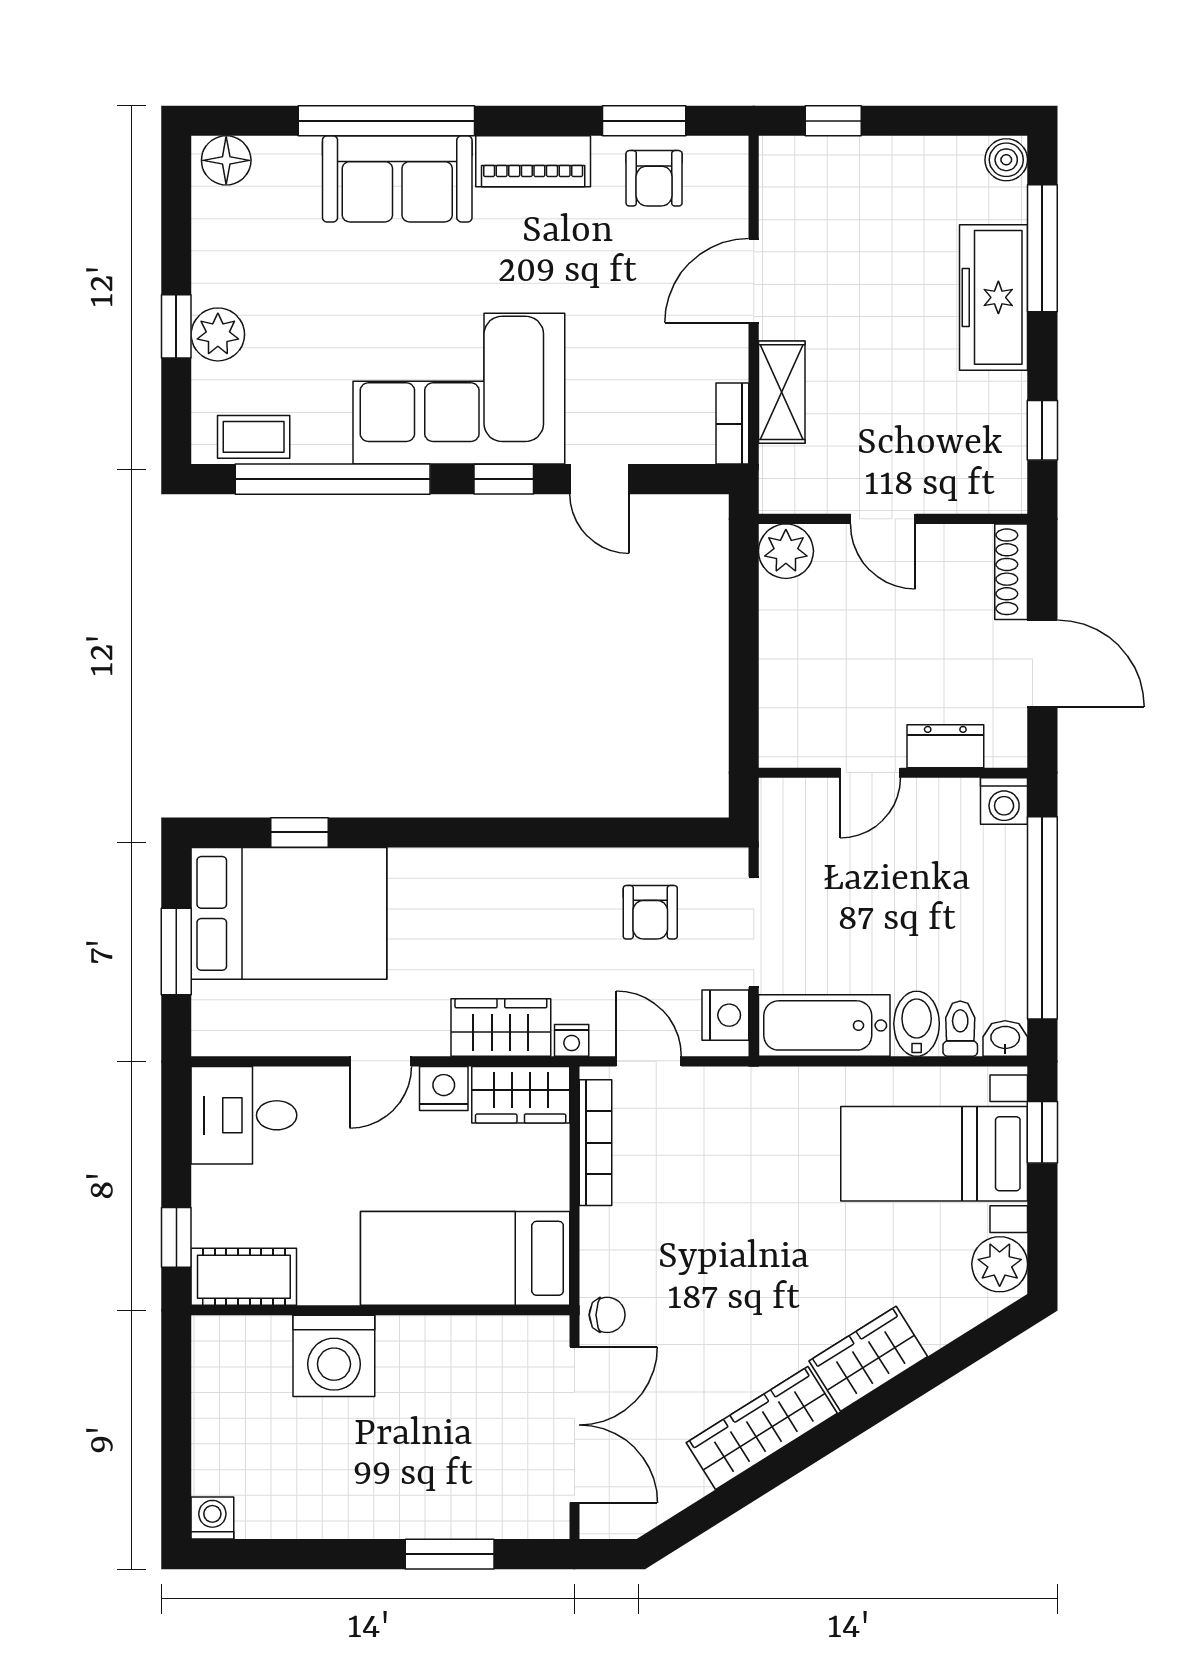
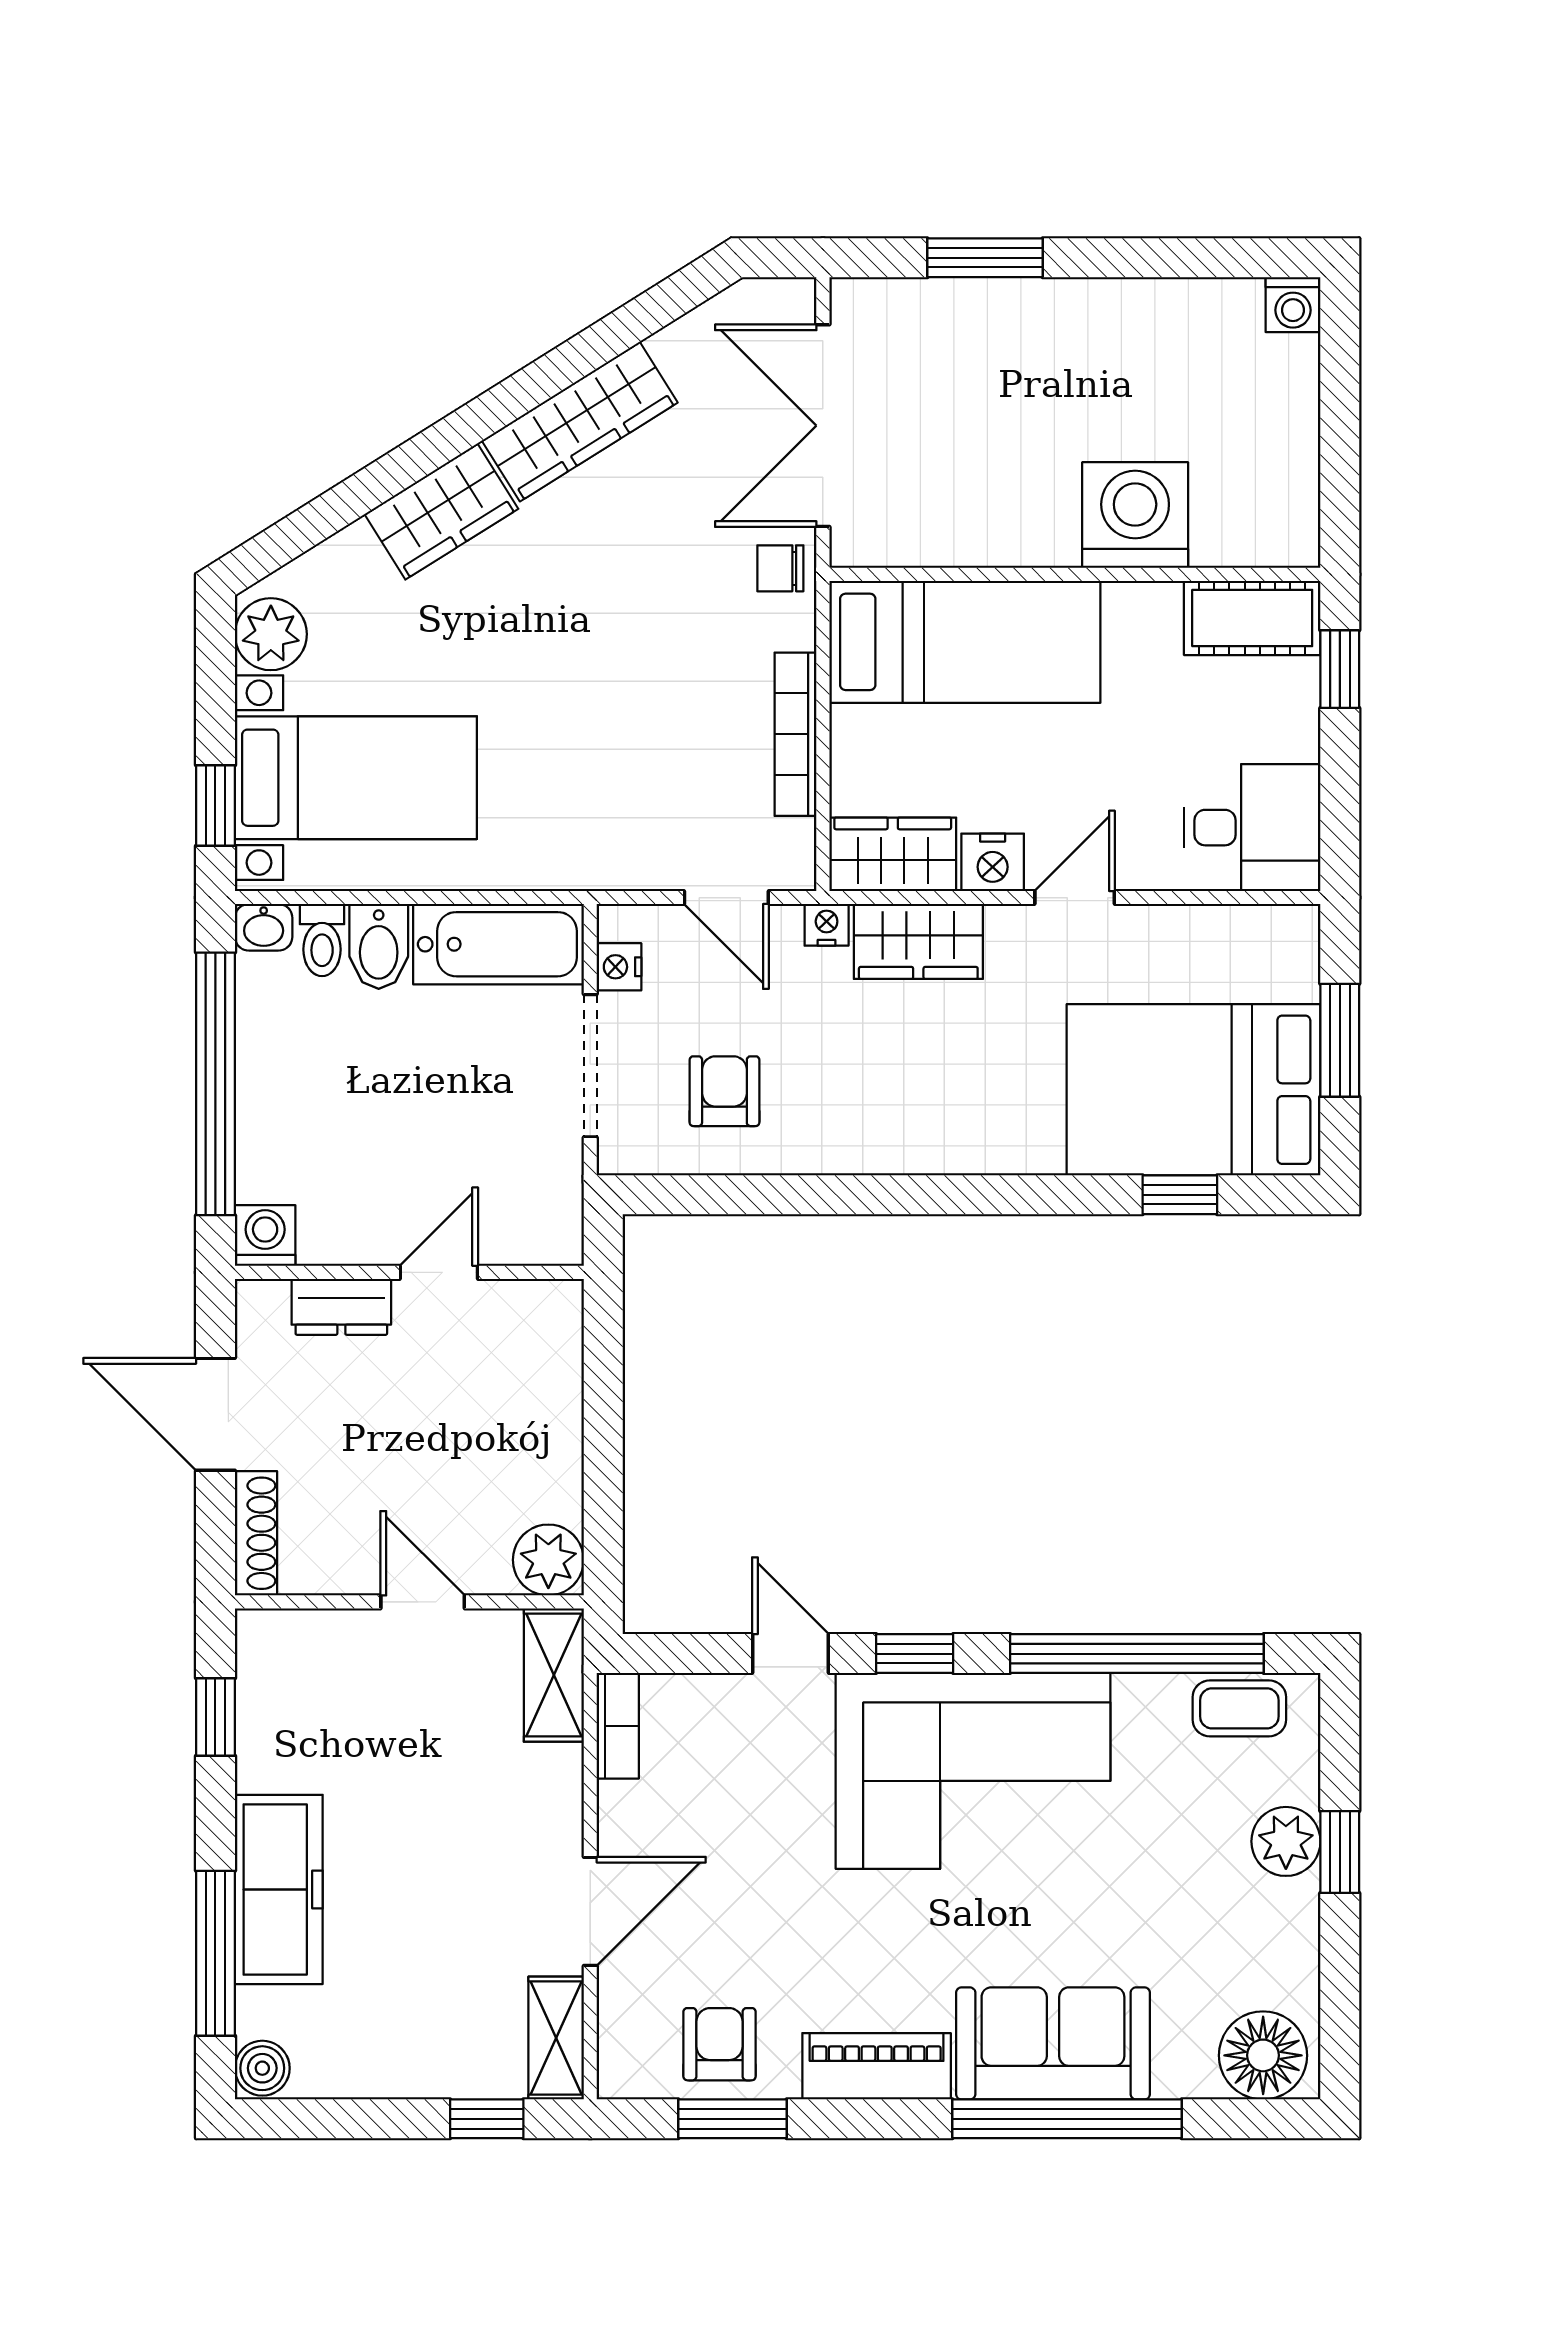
floor lamp: (226, 160) -> (1263, 2055), width x1.38, depth x1.38
shelving: (780, 183) -> (556, 2038), added
shelving: (782, 392) -> (554, 1675), moved
nightstand: (725, 1015) -> (619, 967), width x0.72, depth x0.74
bookcase: (596, 1143) -> (795, 734), moved

